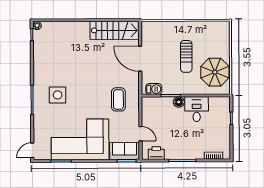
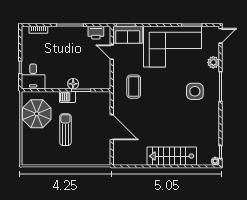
stairs: (115, 30) -> (172, 156), moved
barbecue: (154, 89) -> (67, 97), moved
desk: (197, 109) -> (33, 77), moved
plant: (39, 124) -> (213, 62), added

